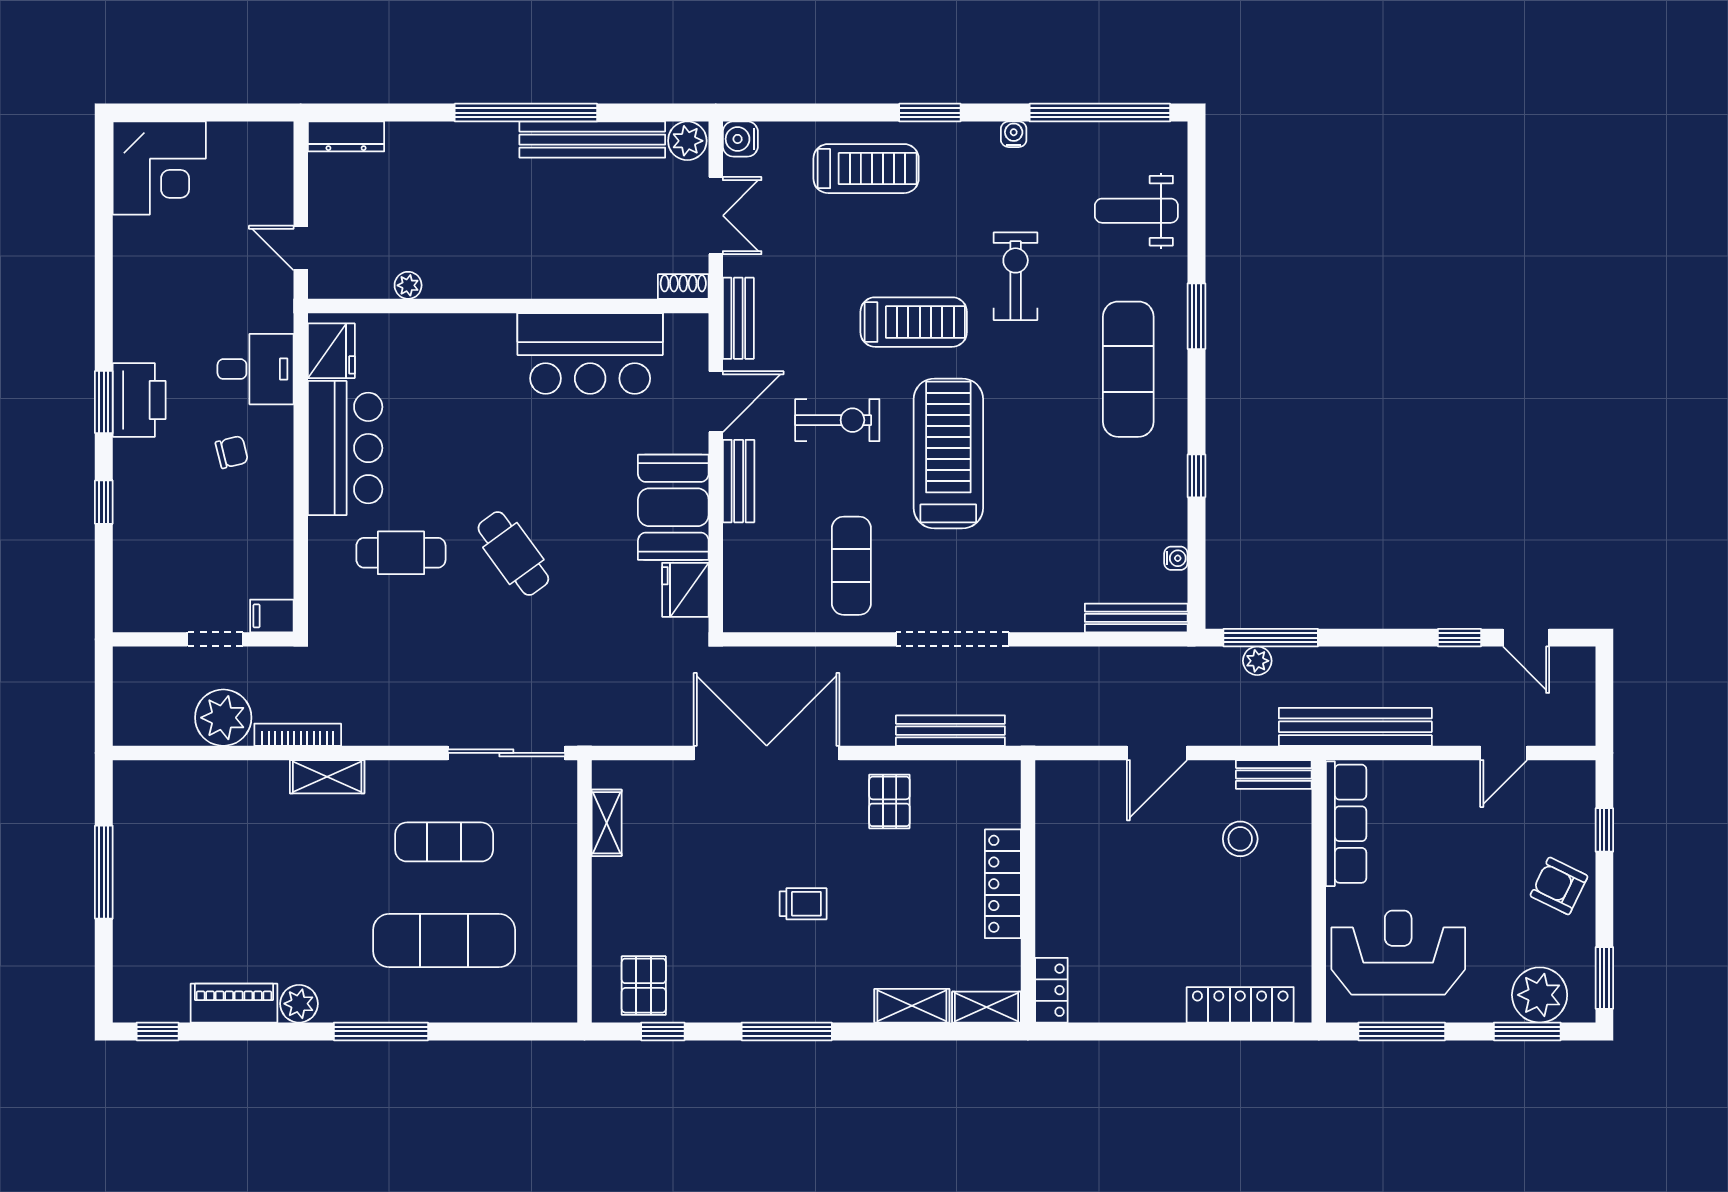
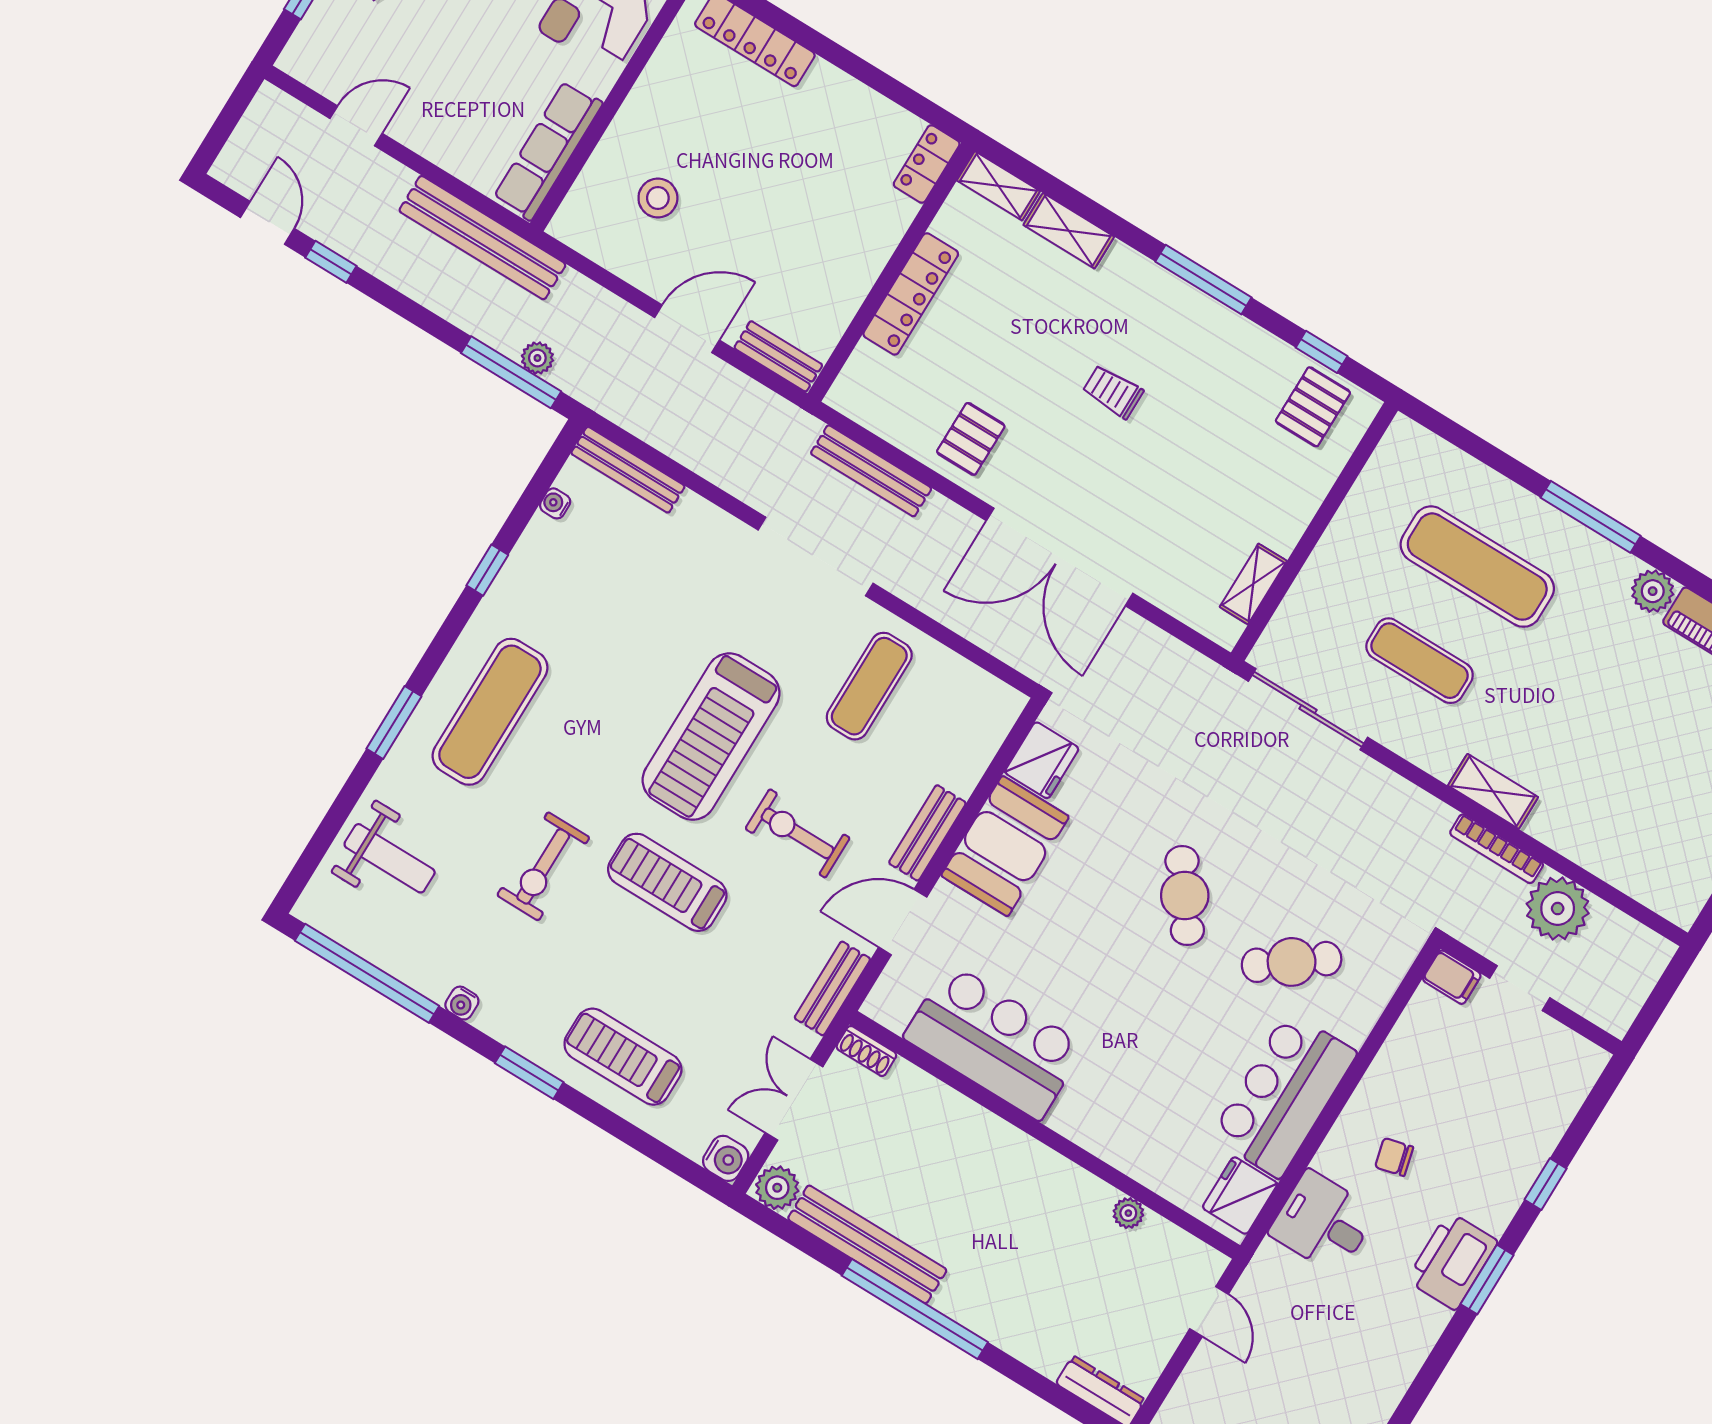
cafe table: (401, 553) -> (1292, 962), turned -37
bench: (1274, 774) -> (778, 356), moved

